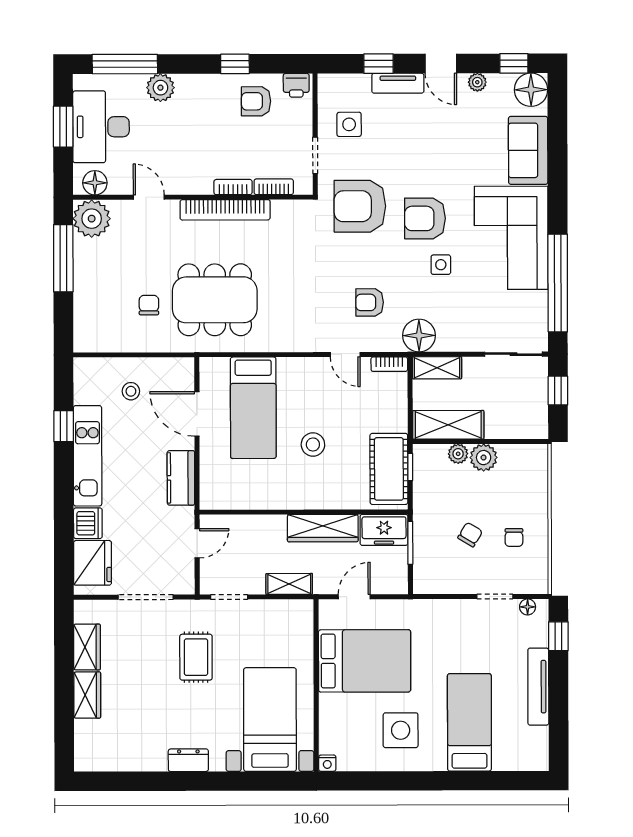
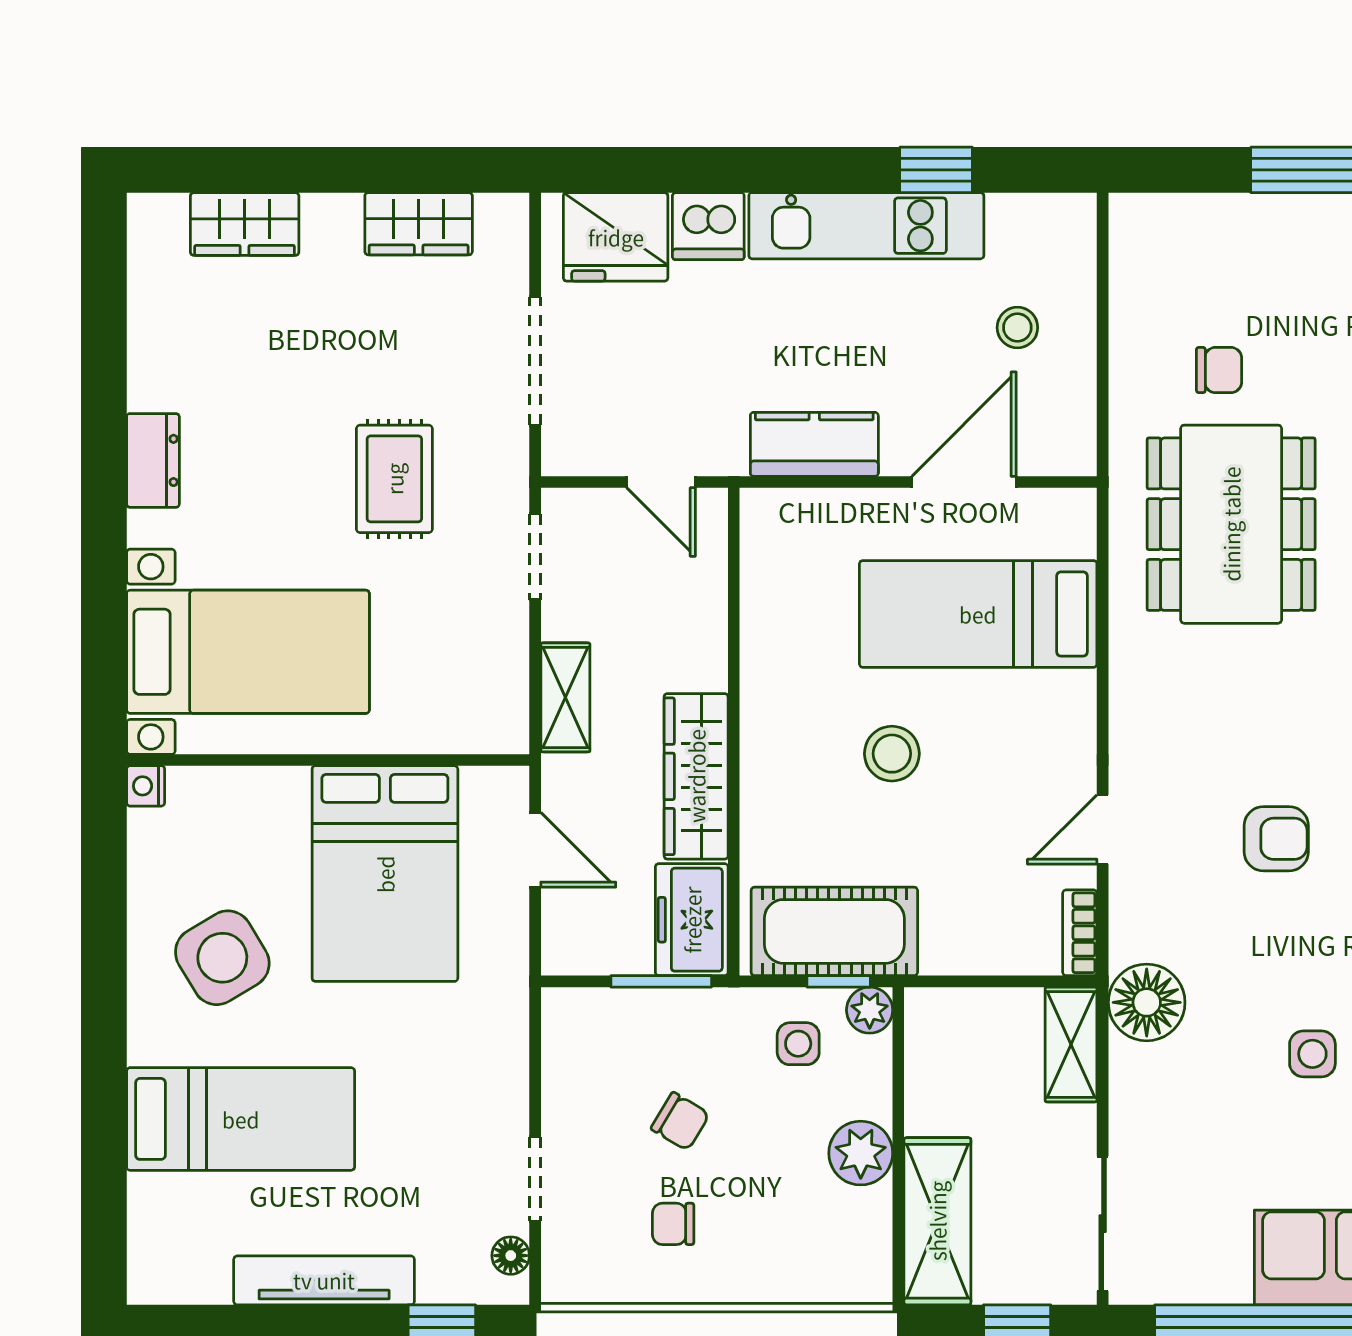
armchair: (370, 302) -> (1276, 839), moved, turned 90
shelving: (448, 425) -> (937, 1221), moved
plant: (458, 454) -> (870, 1010), moved
side table: (437, 484) -> (798, 1044), added
rug: (196, 657) -> (394, 479), turned 90
wardrobe: (87, 695) -> (245, 224), moved
side table: (401, 730) -> (222, 958), turned -31

